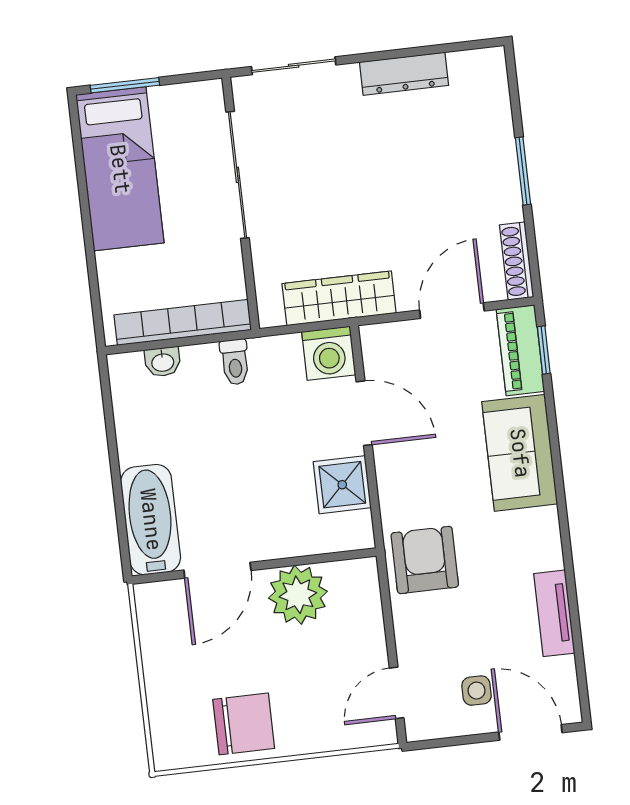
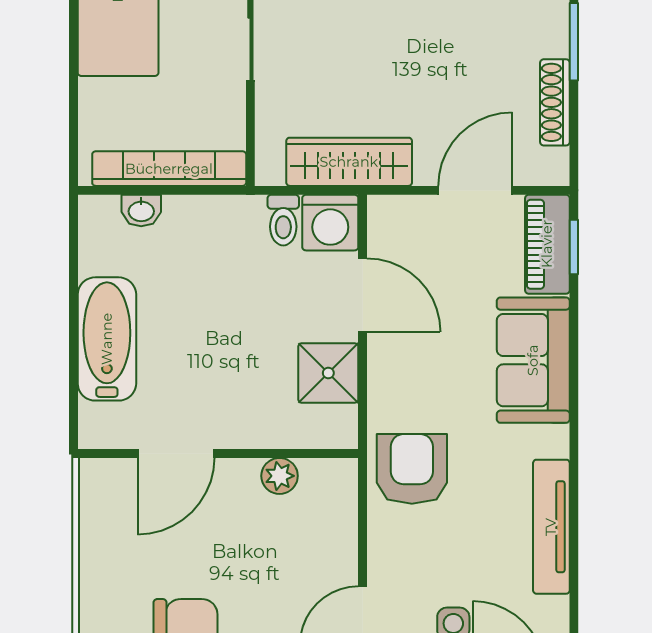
shoe rack: (517, 261) -> (555, 102), moved
toilet: (235, 362) -> (283, 220), moved
bathtub: (151, 520) -> (107, 339), moved
plant: (298, 595) -> (280, 476), width x0.53, depth x0.53
tv unit: (554, 613) -> (551, 527), width x1.41

